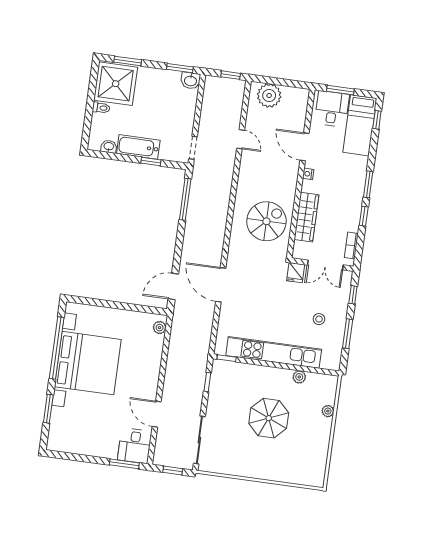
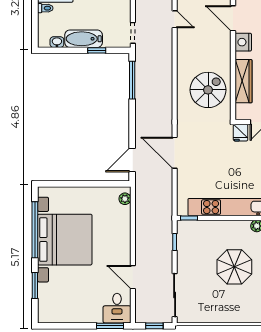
nightstand: (308, 174) -> (243, 42), width x1.89, depth x1.79

